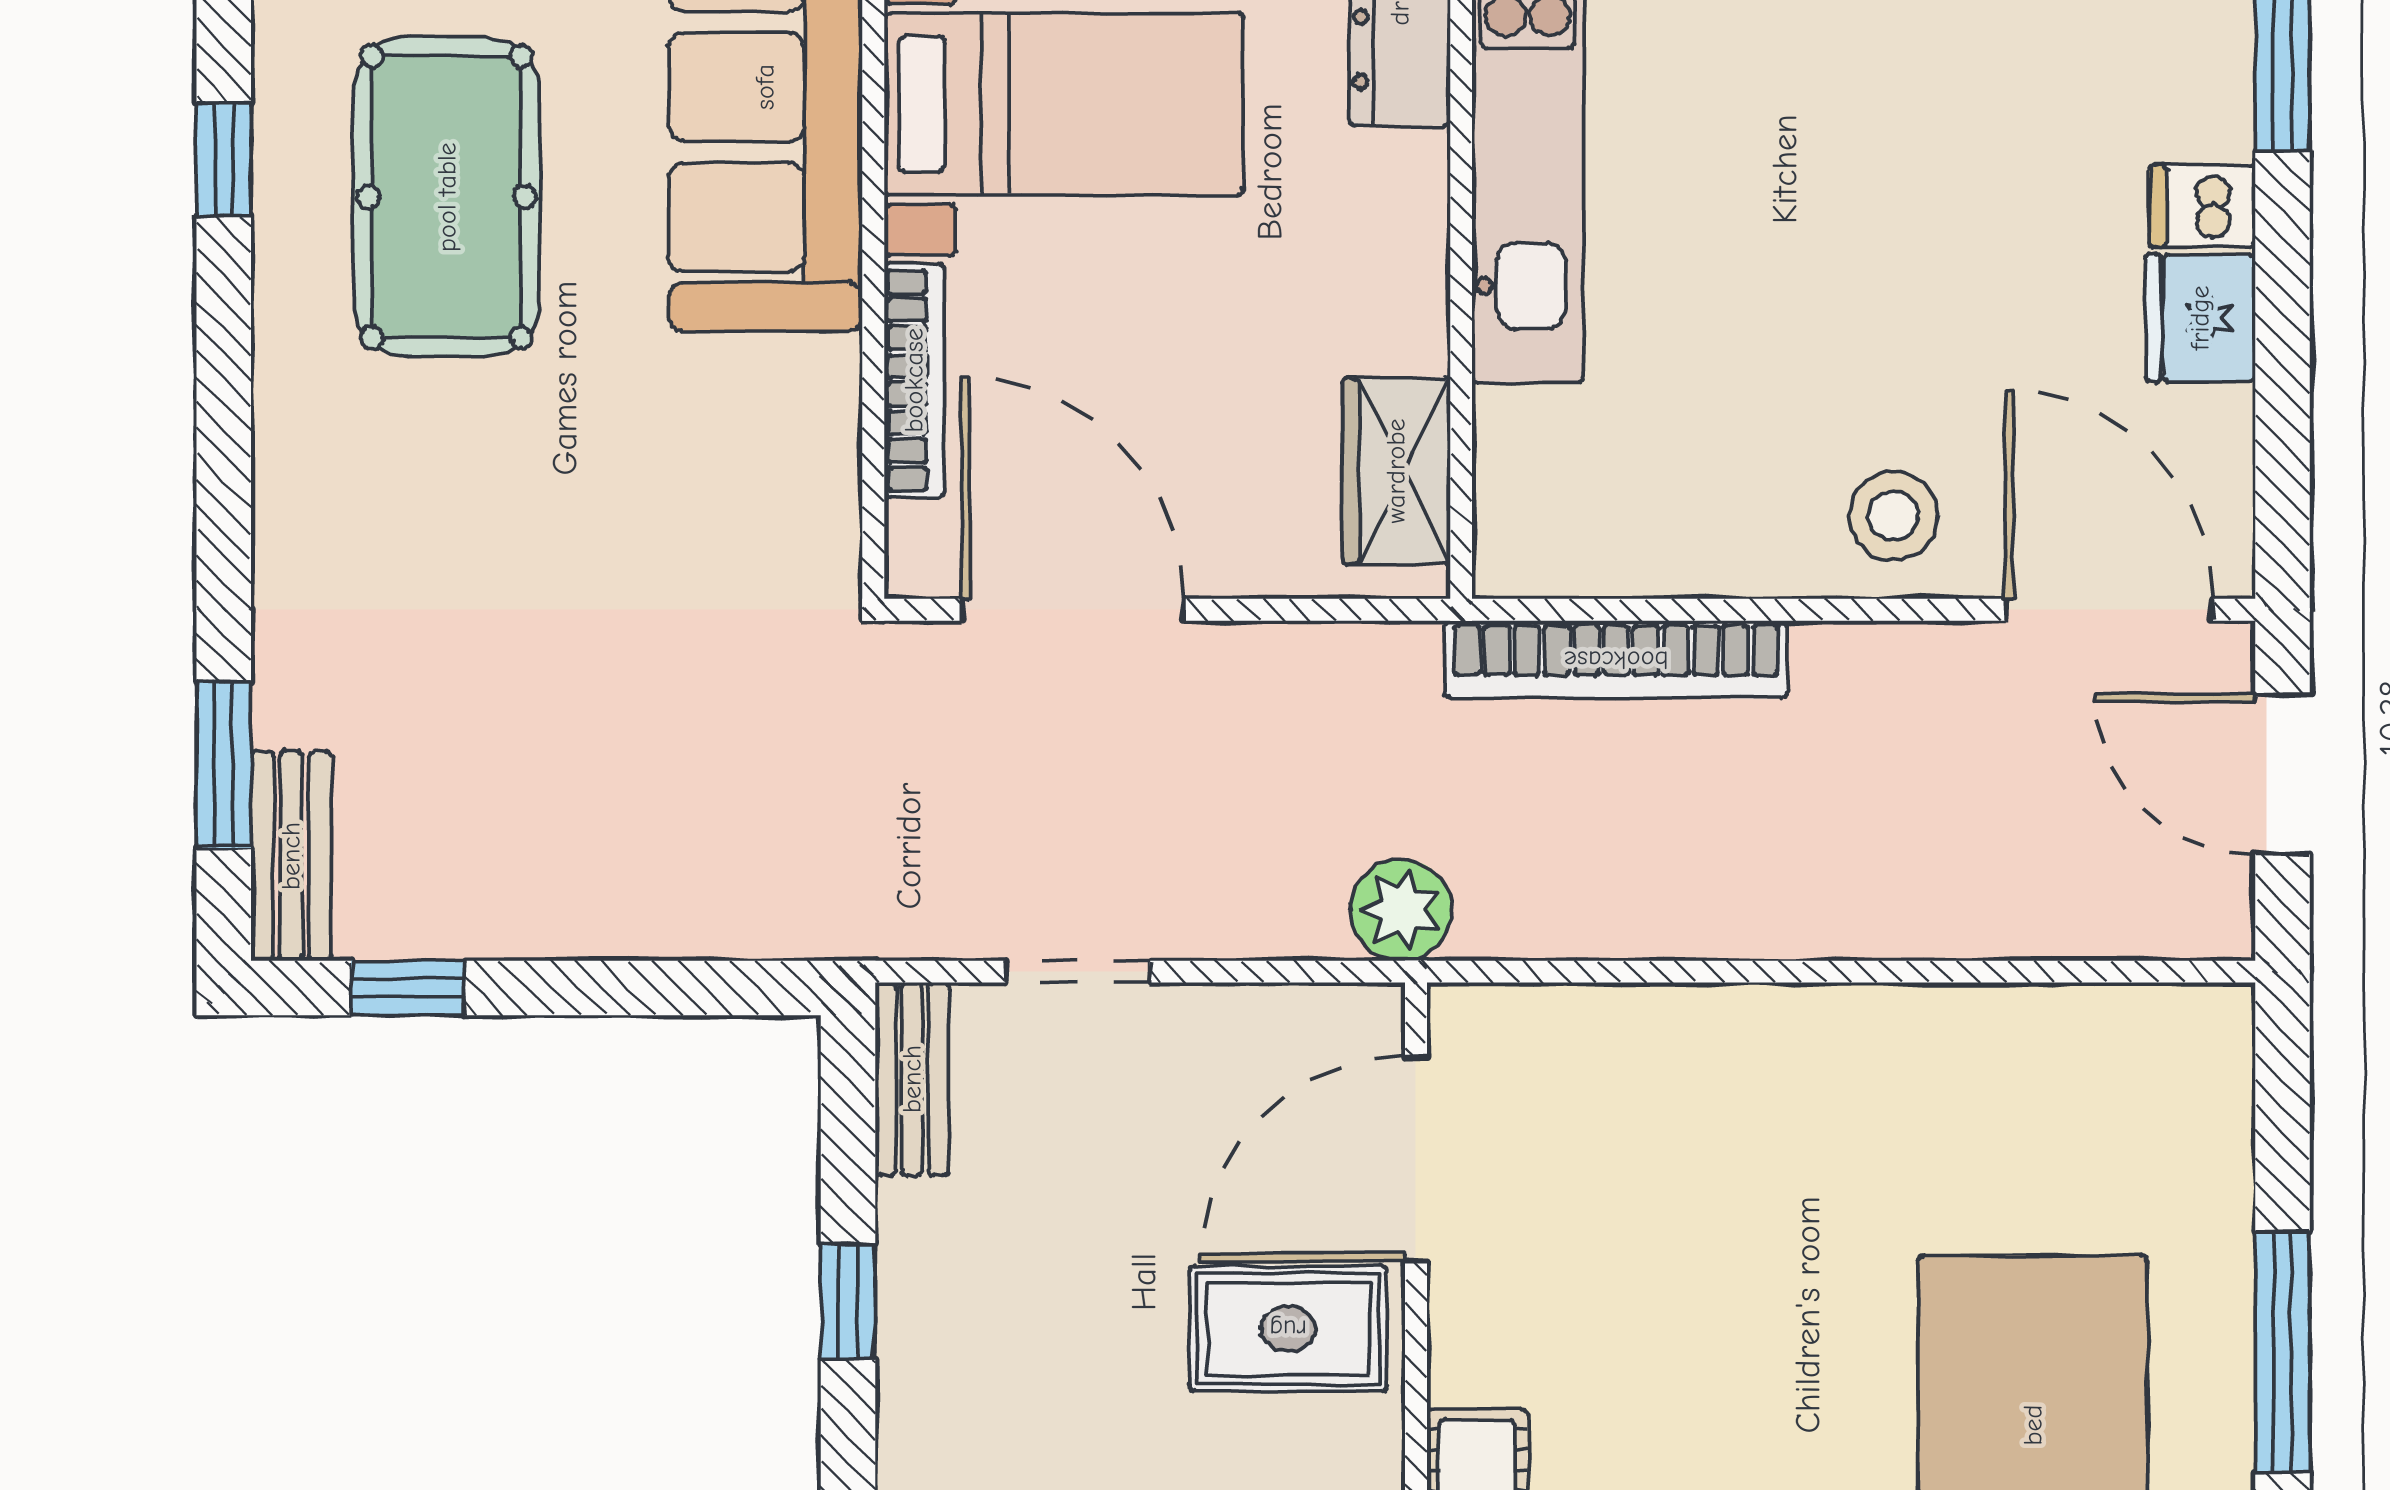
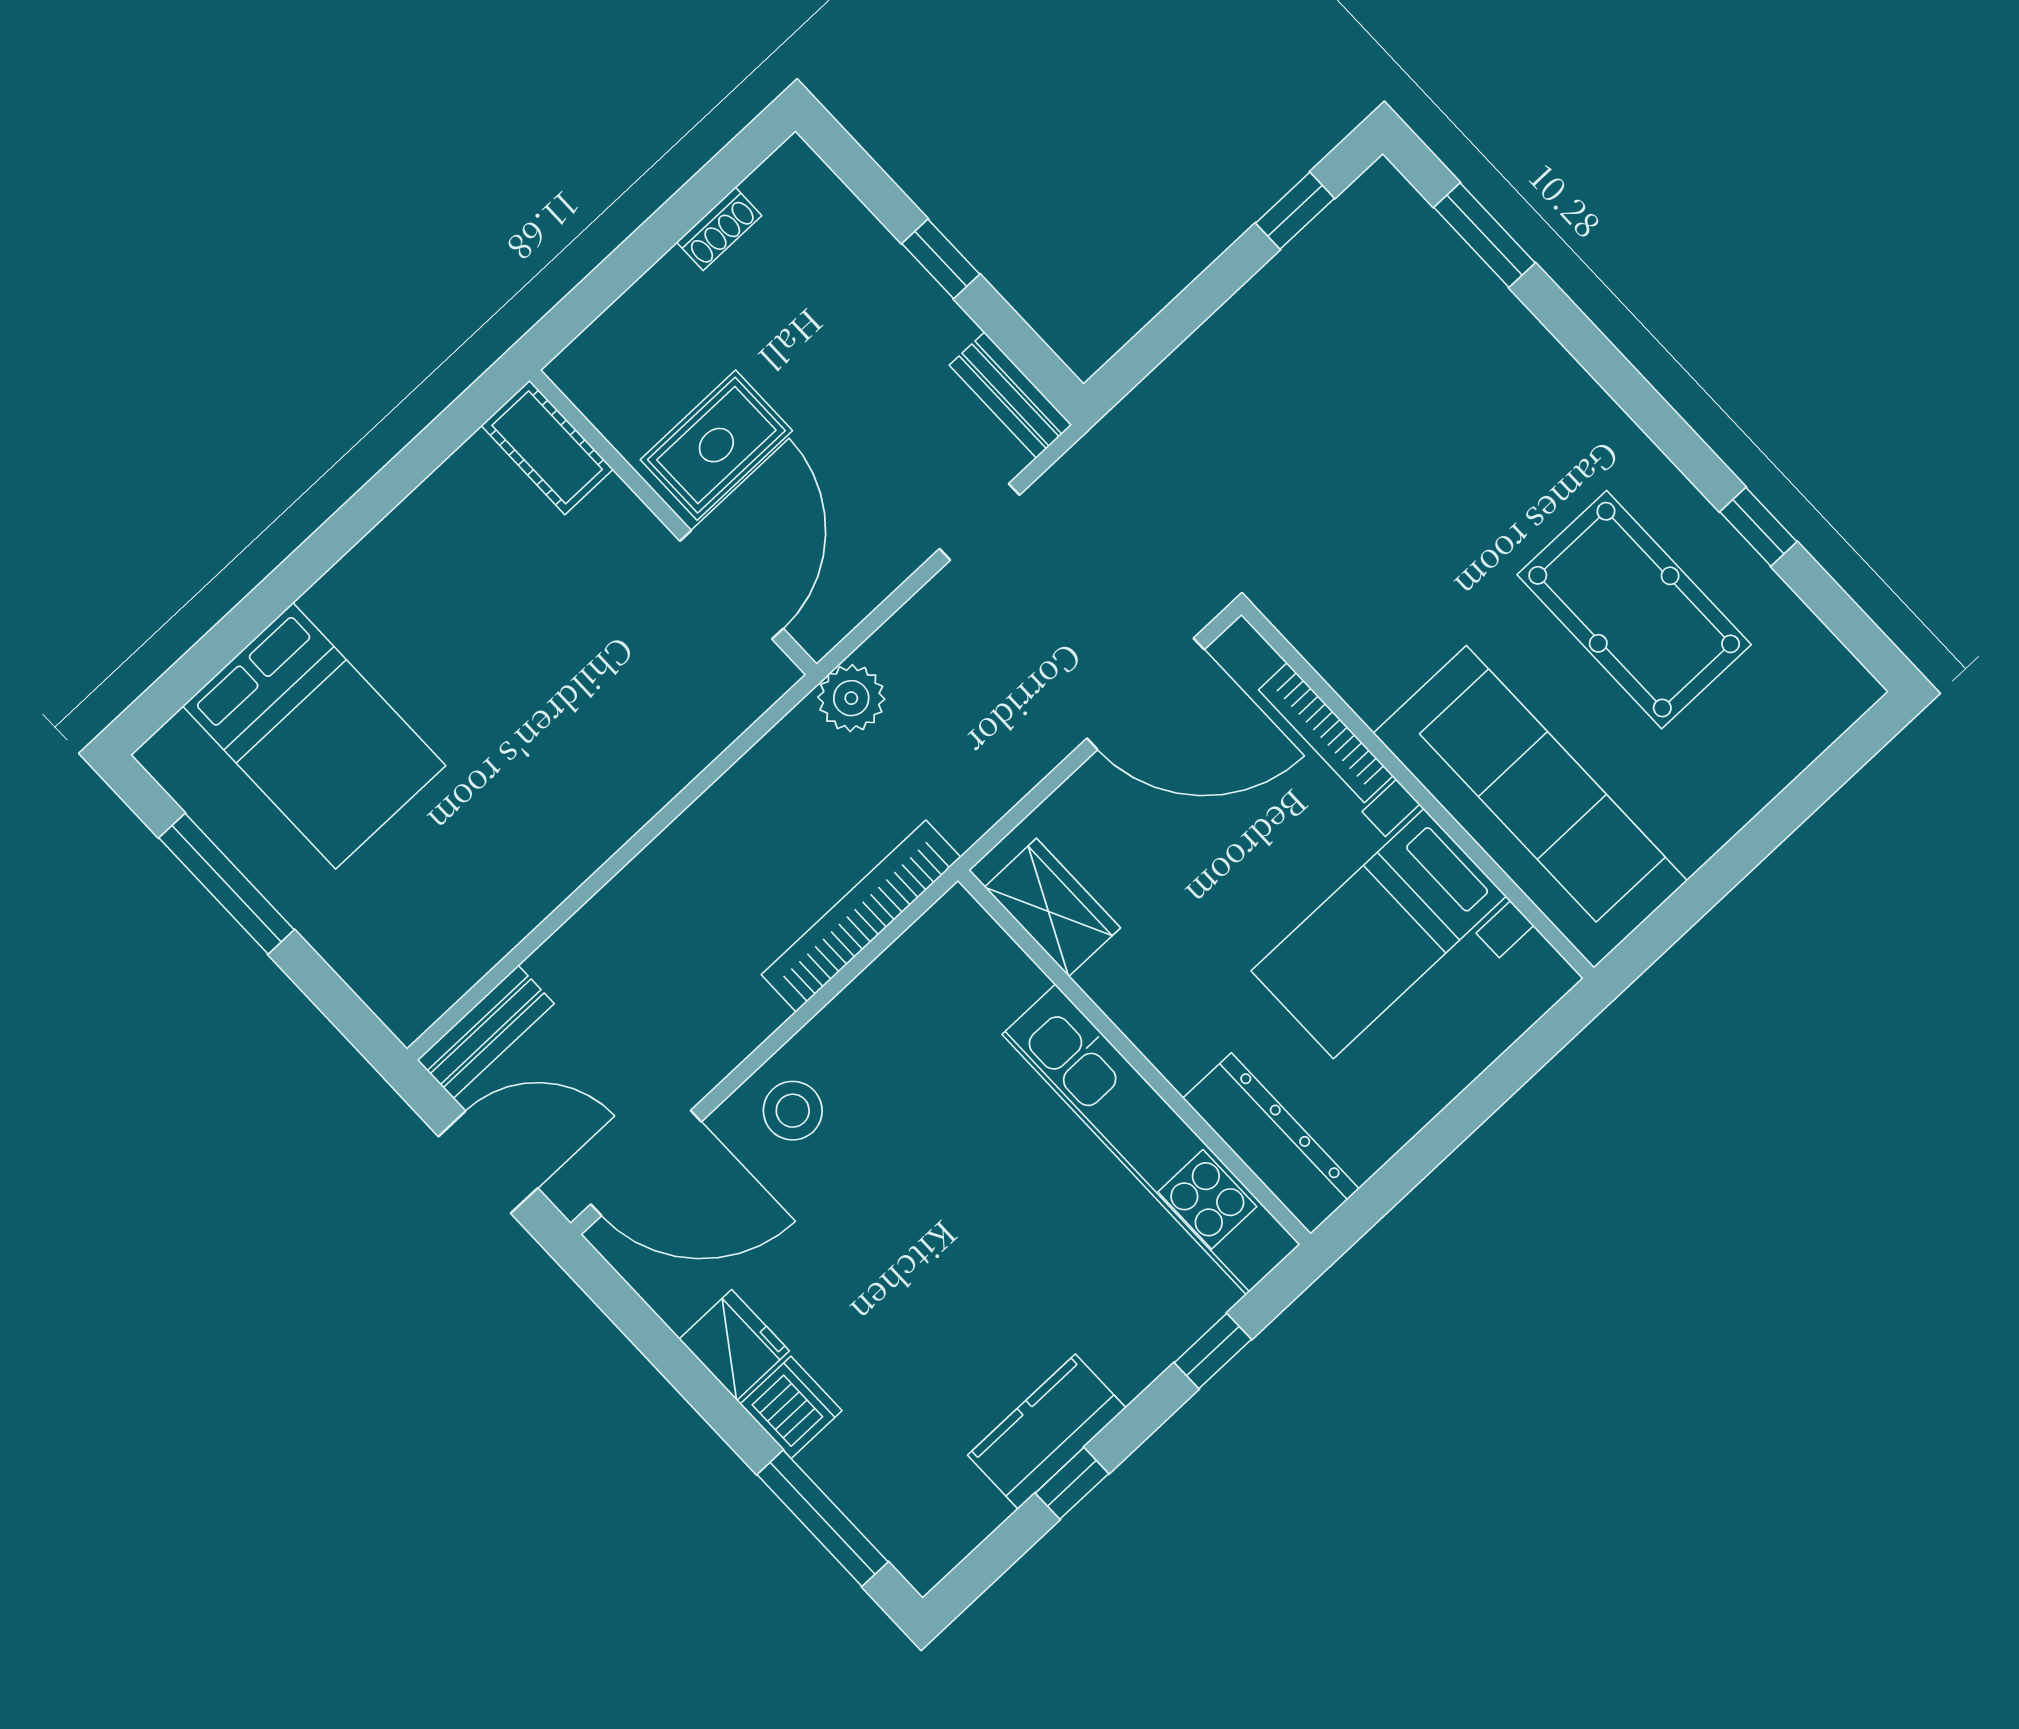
dishwasher: (2202, 206) -> (791, 1407), width x1.38
bench: (291, 856) -> (486, 1032), moved, turned 90

